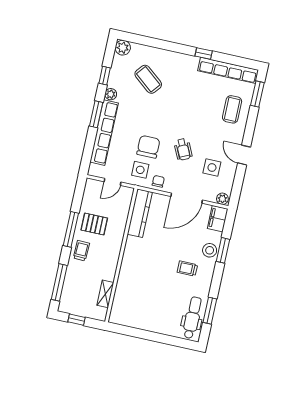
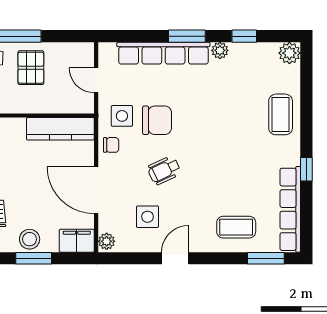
coffee table: (148, 79) -> (281, 114), moved, turned -39

